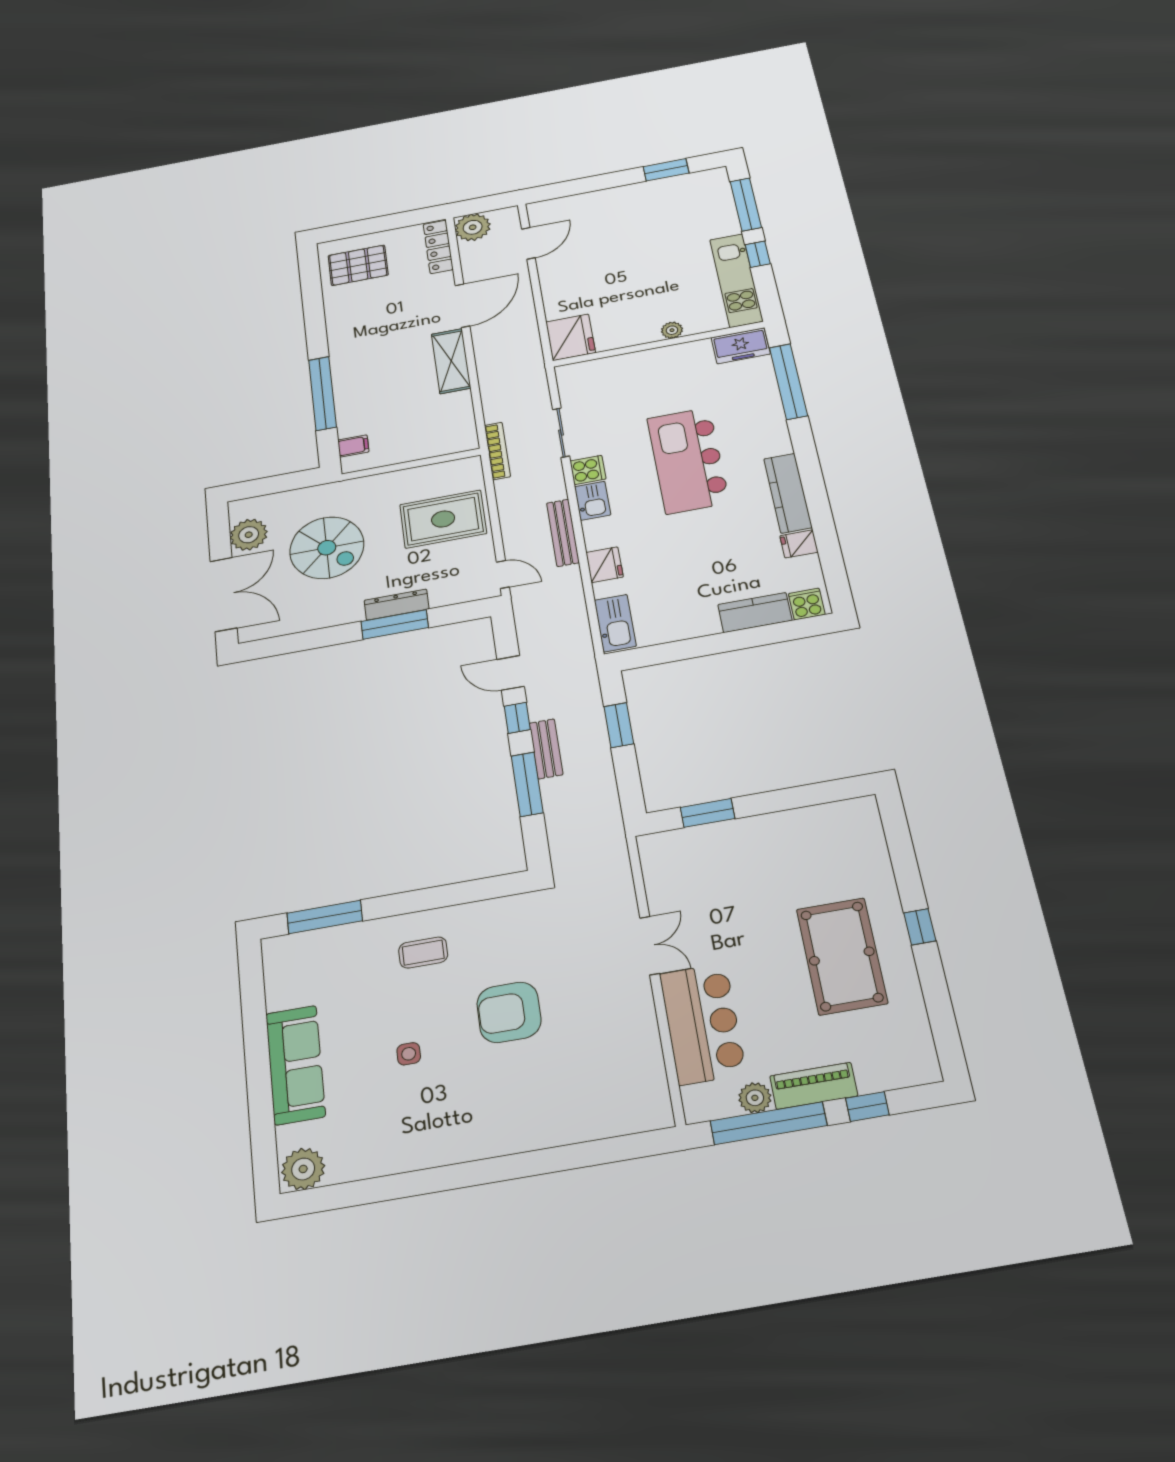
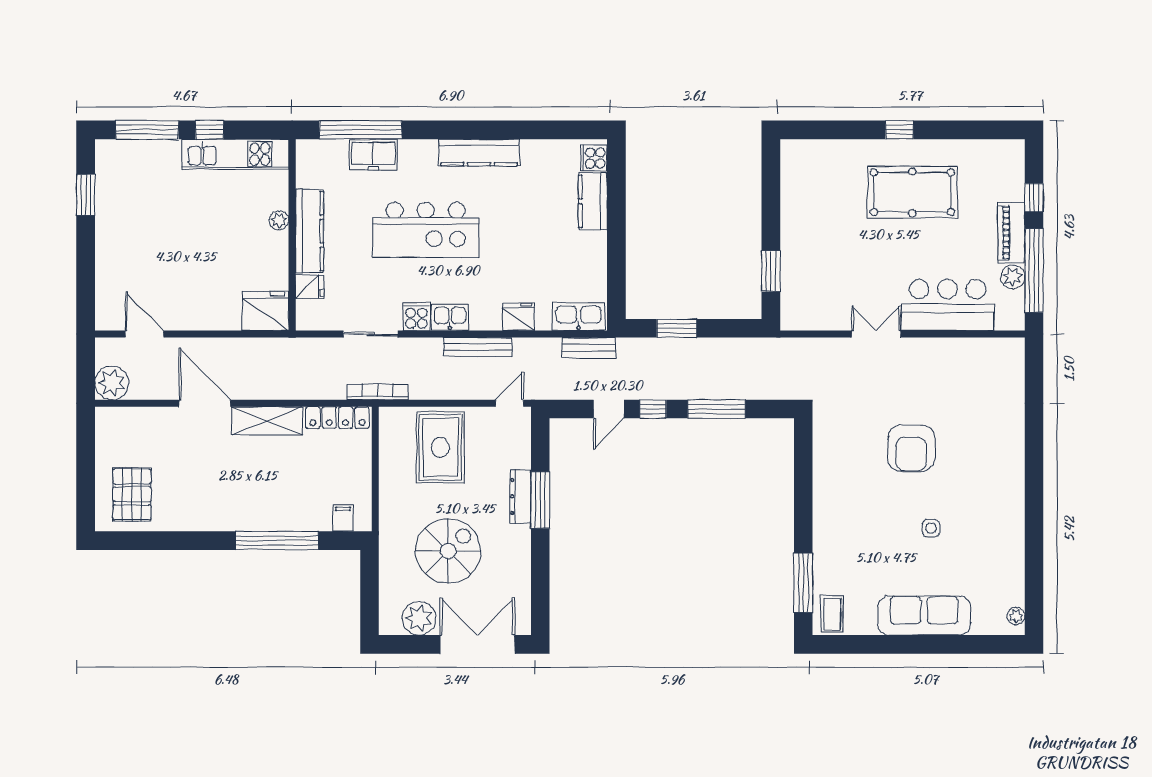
locker: (438, 247) -> (337, 418), moved
freezer: (741, 346) -> (373, 155), moved, turned 90
kitchen counter: (665, 358) -> (310, 231), added
fridge: (799, 544) -> (310, 287), moved, turned -90
bench: (546, 749) -> (589, 348), moved
coffee table: (423, 953) -> (832, 614), moved
plant: (303, 1169) -> (1016, 616), width x0.53, depth x0.53

